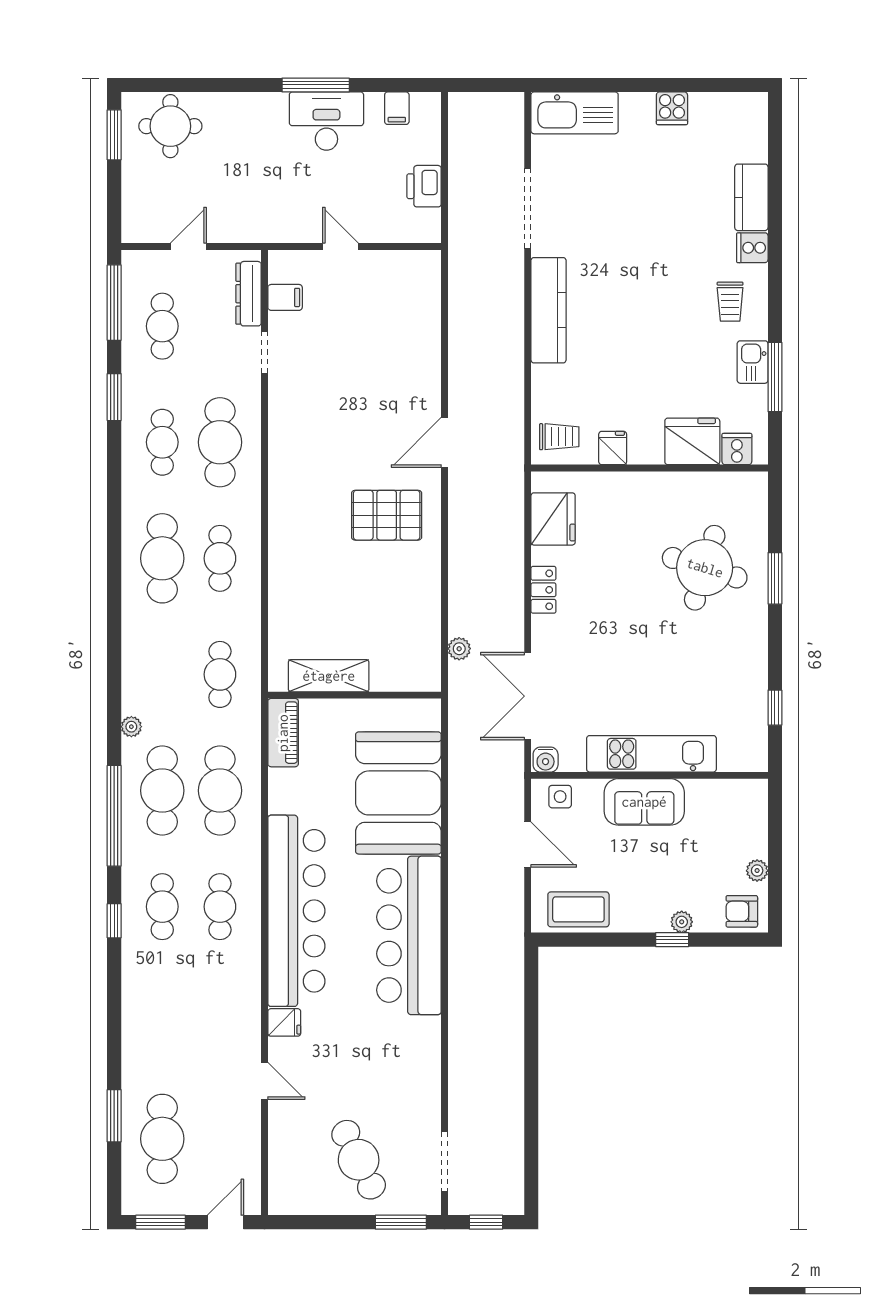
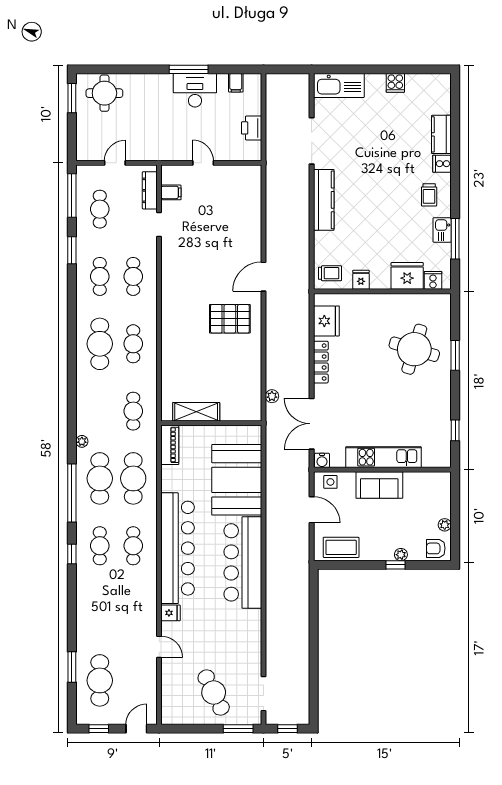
cafe table: (220, 442) -> (133, 276), width x0.73, depth x0.74
locker: (543, 590) -> (321, 362), width x1.53
window: (161, 1222) -> (99, 729), width x0.67

